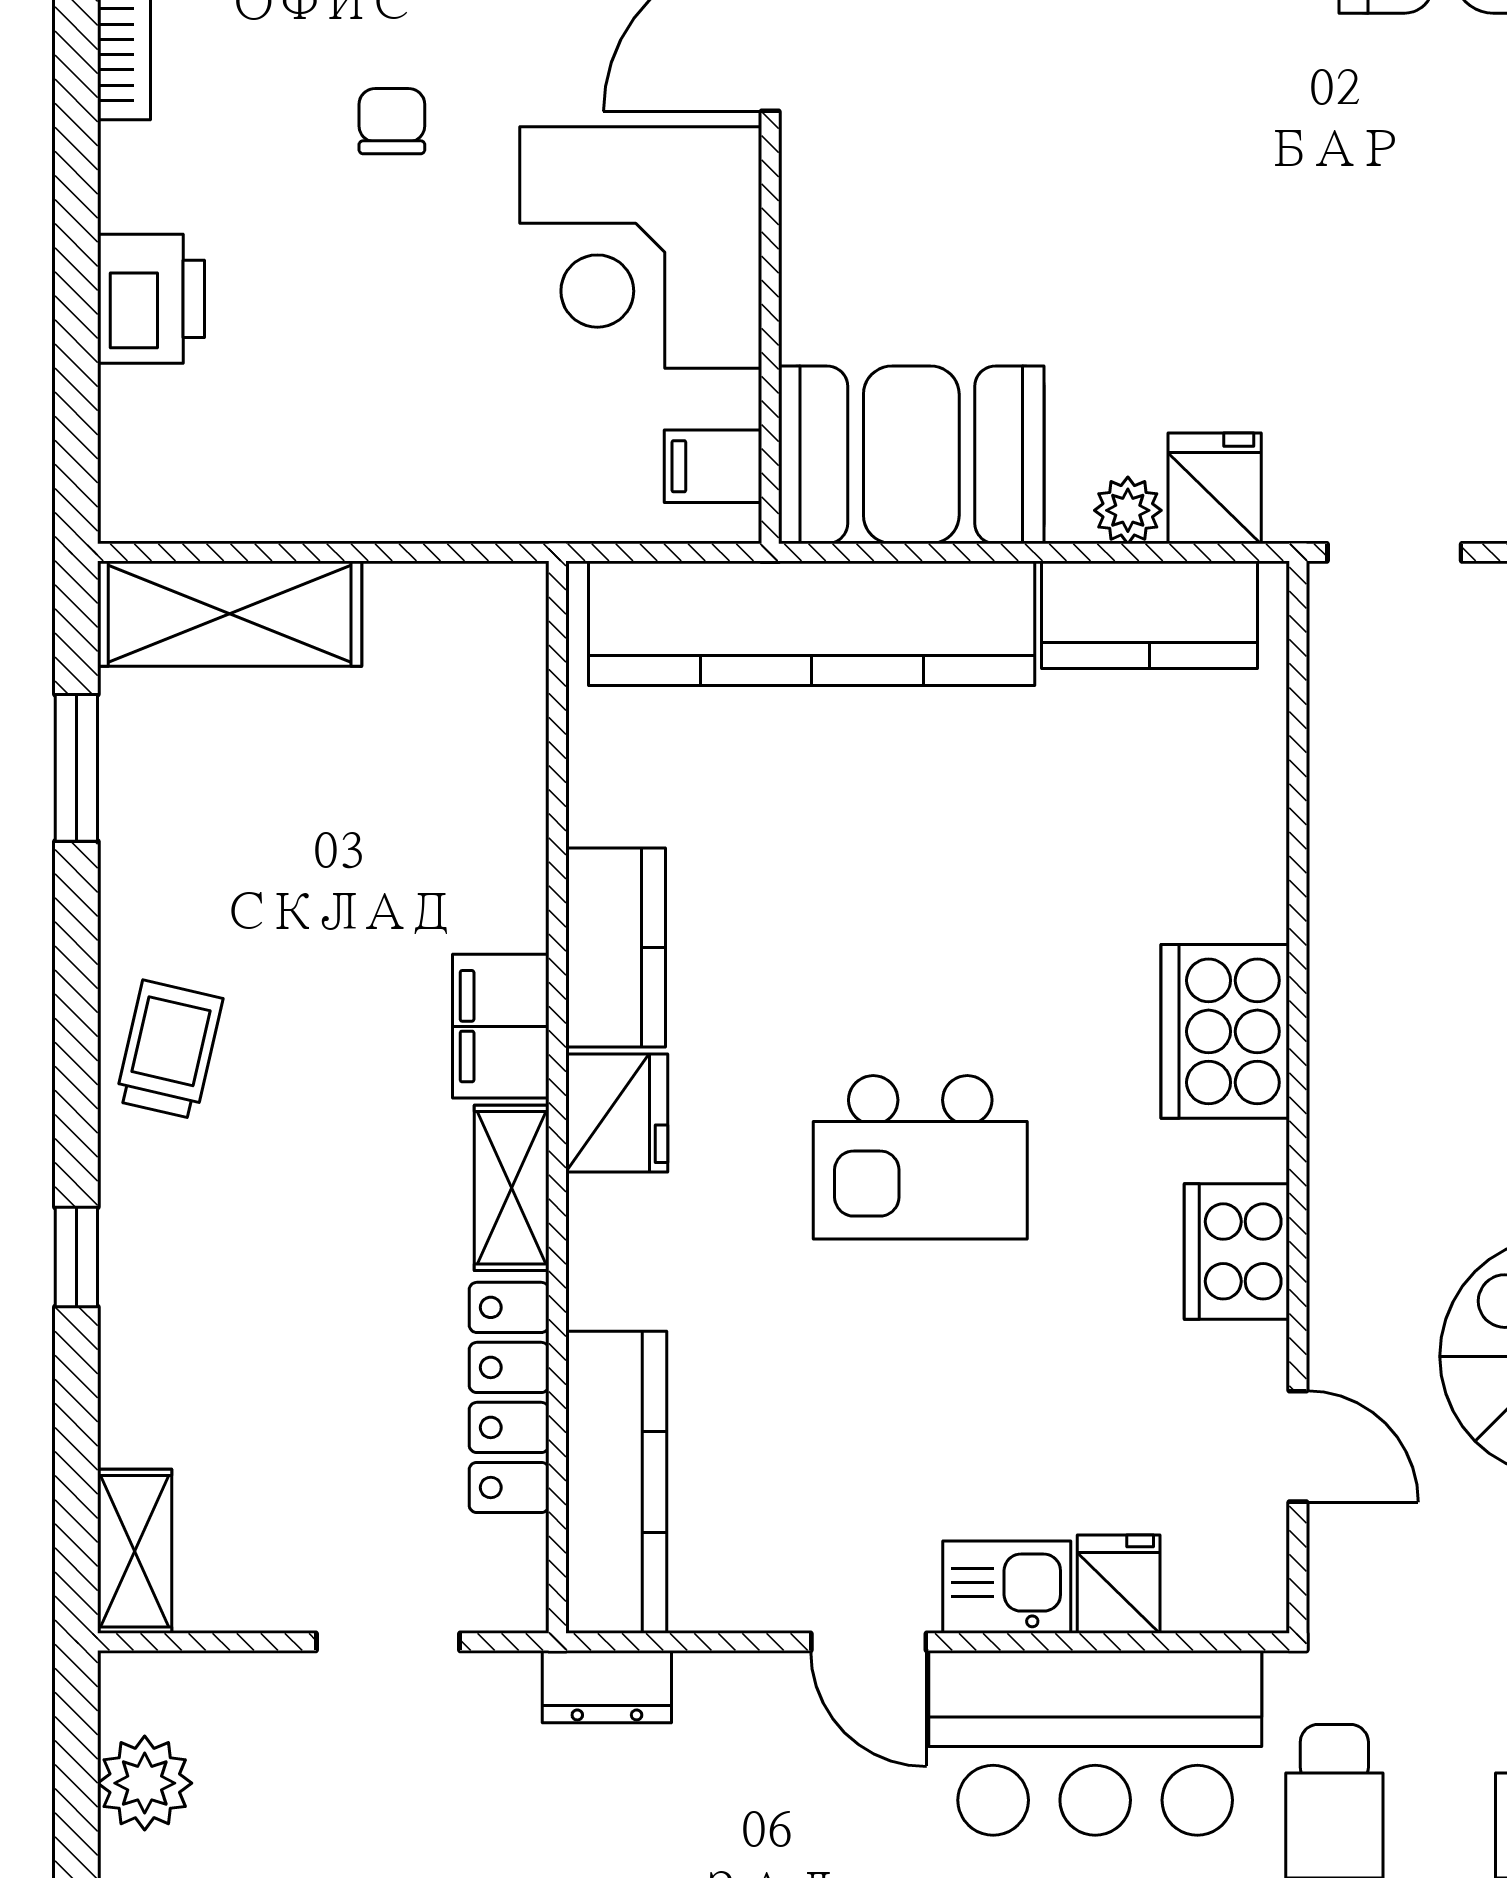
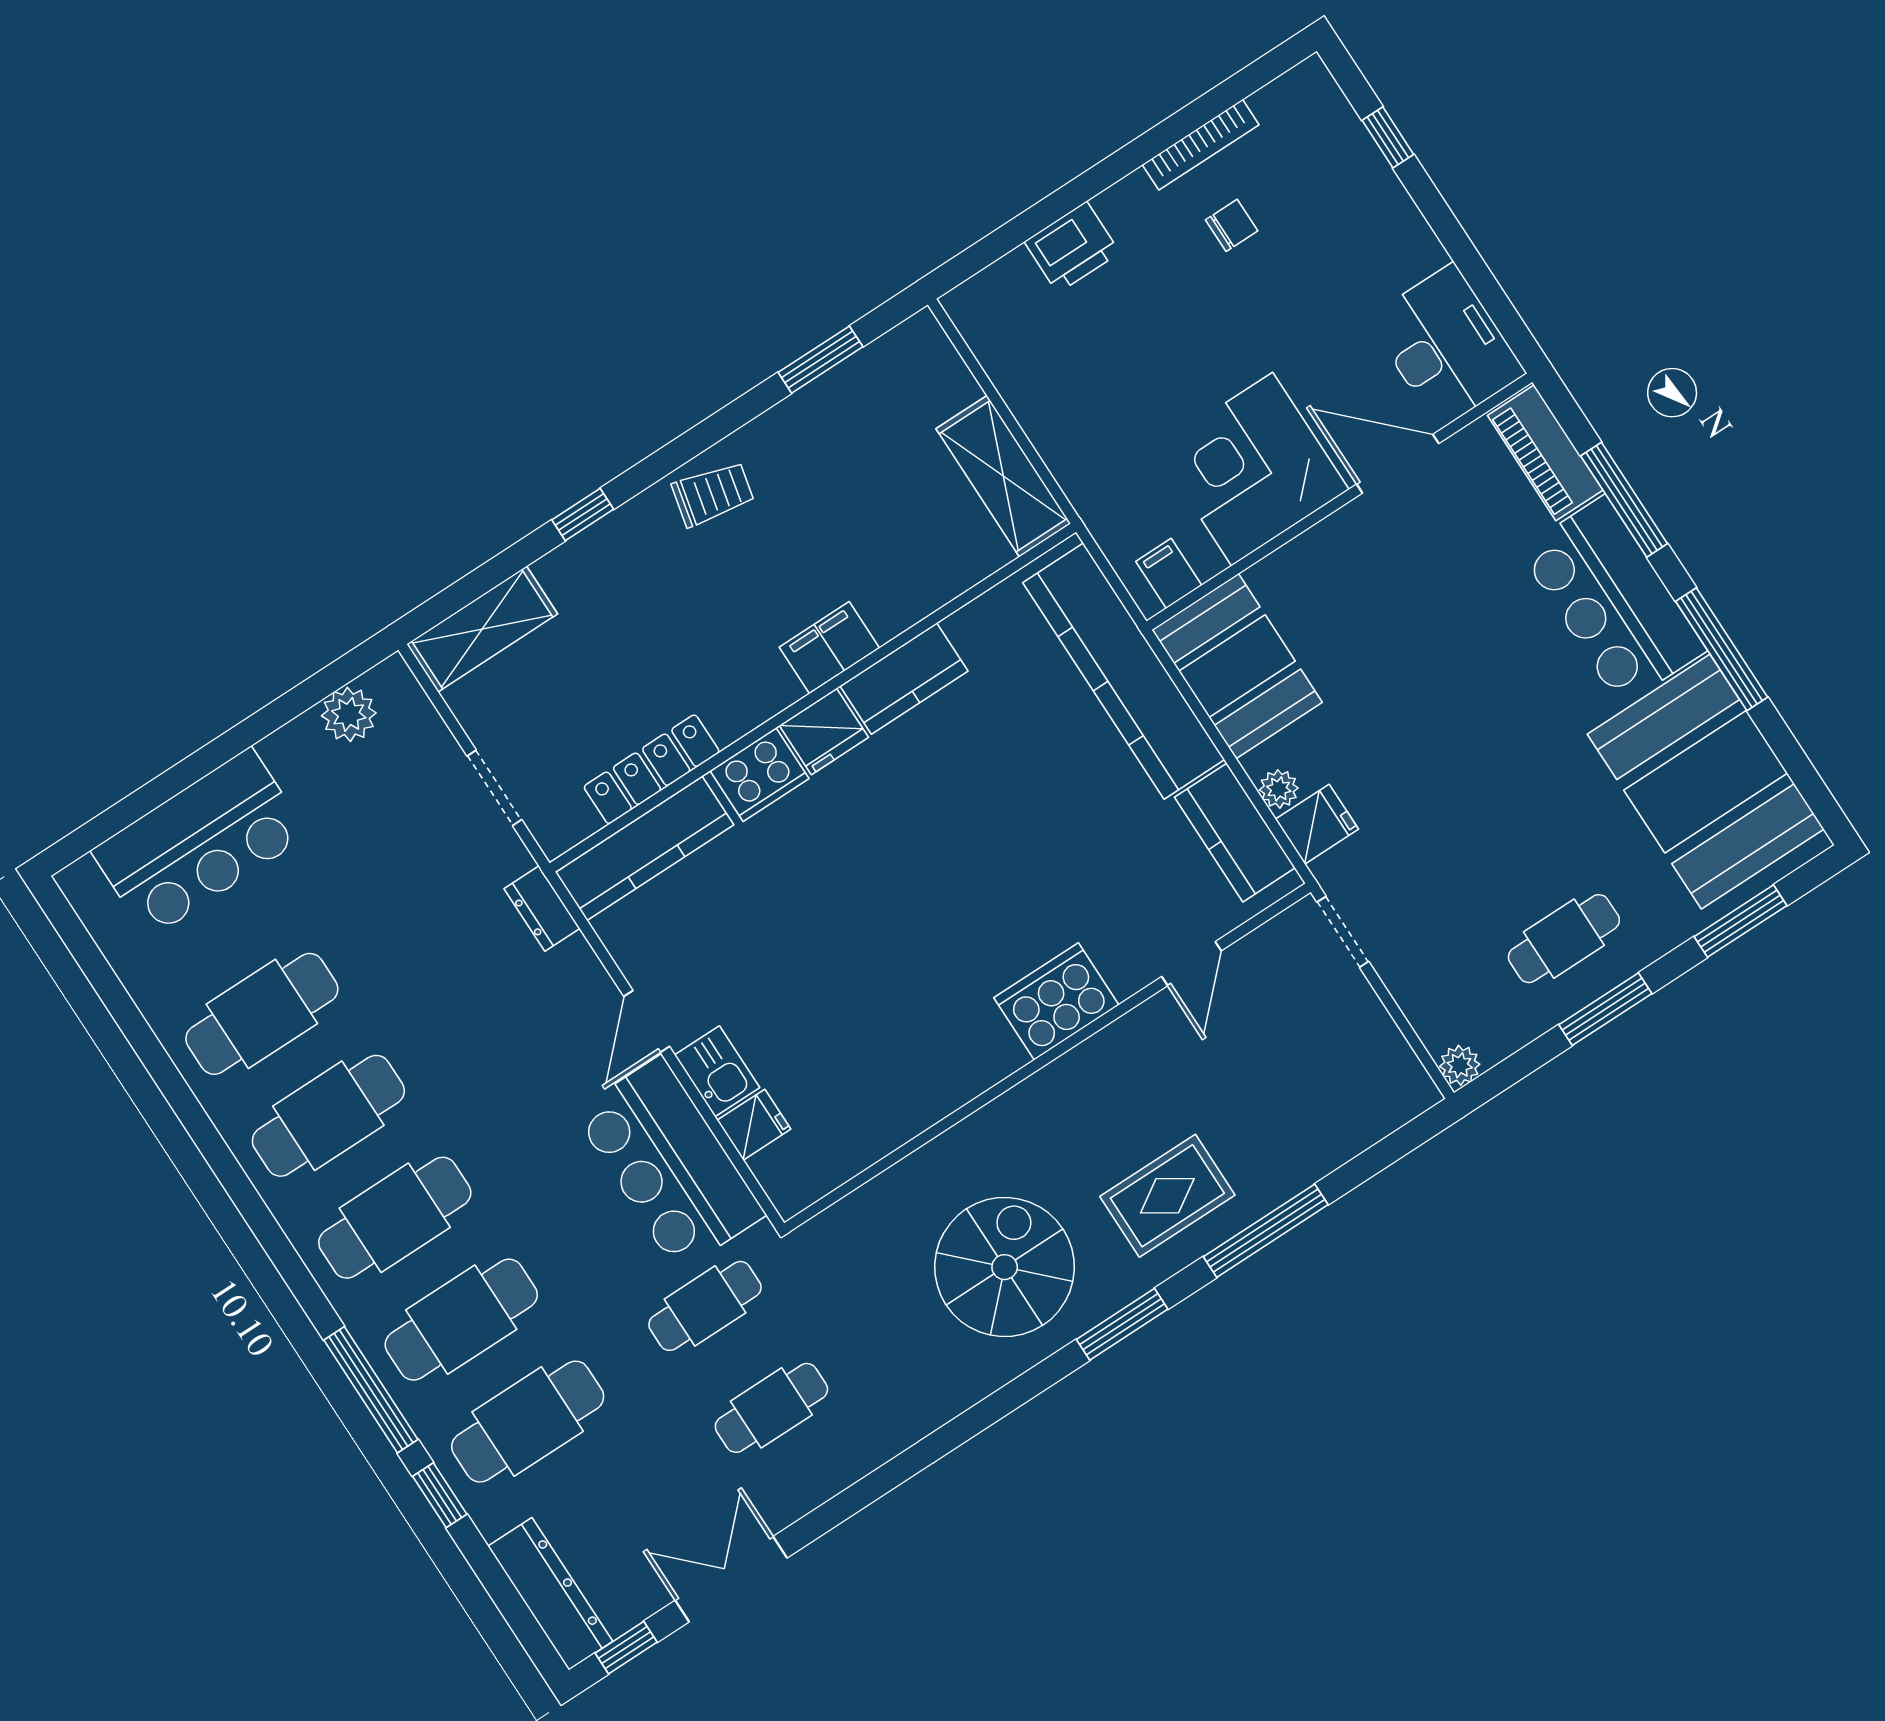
chair: (392, 121) -> (1232, 225), moved
shelving: (230, 614) -> (1003, 476), moved
kitchen island: (920, 1157) -> (899, 893), removed
shelving: (512, 1188) -> (754, 704), removed
cooker: (1237, 1251) -> (759, 775), moved, turned 180
door: (1298, 1446) -> (1191, 964), moved
shelving: (135, 1551) -> (482, 629), width x1.50, depth x1.33

